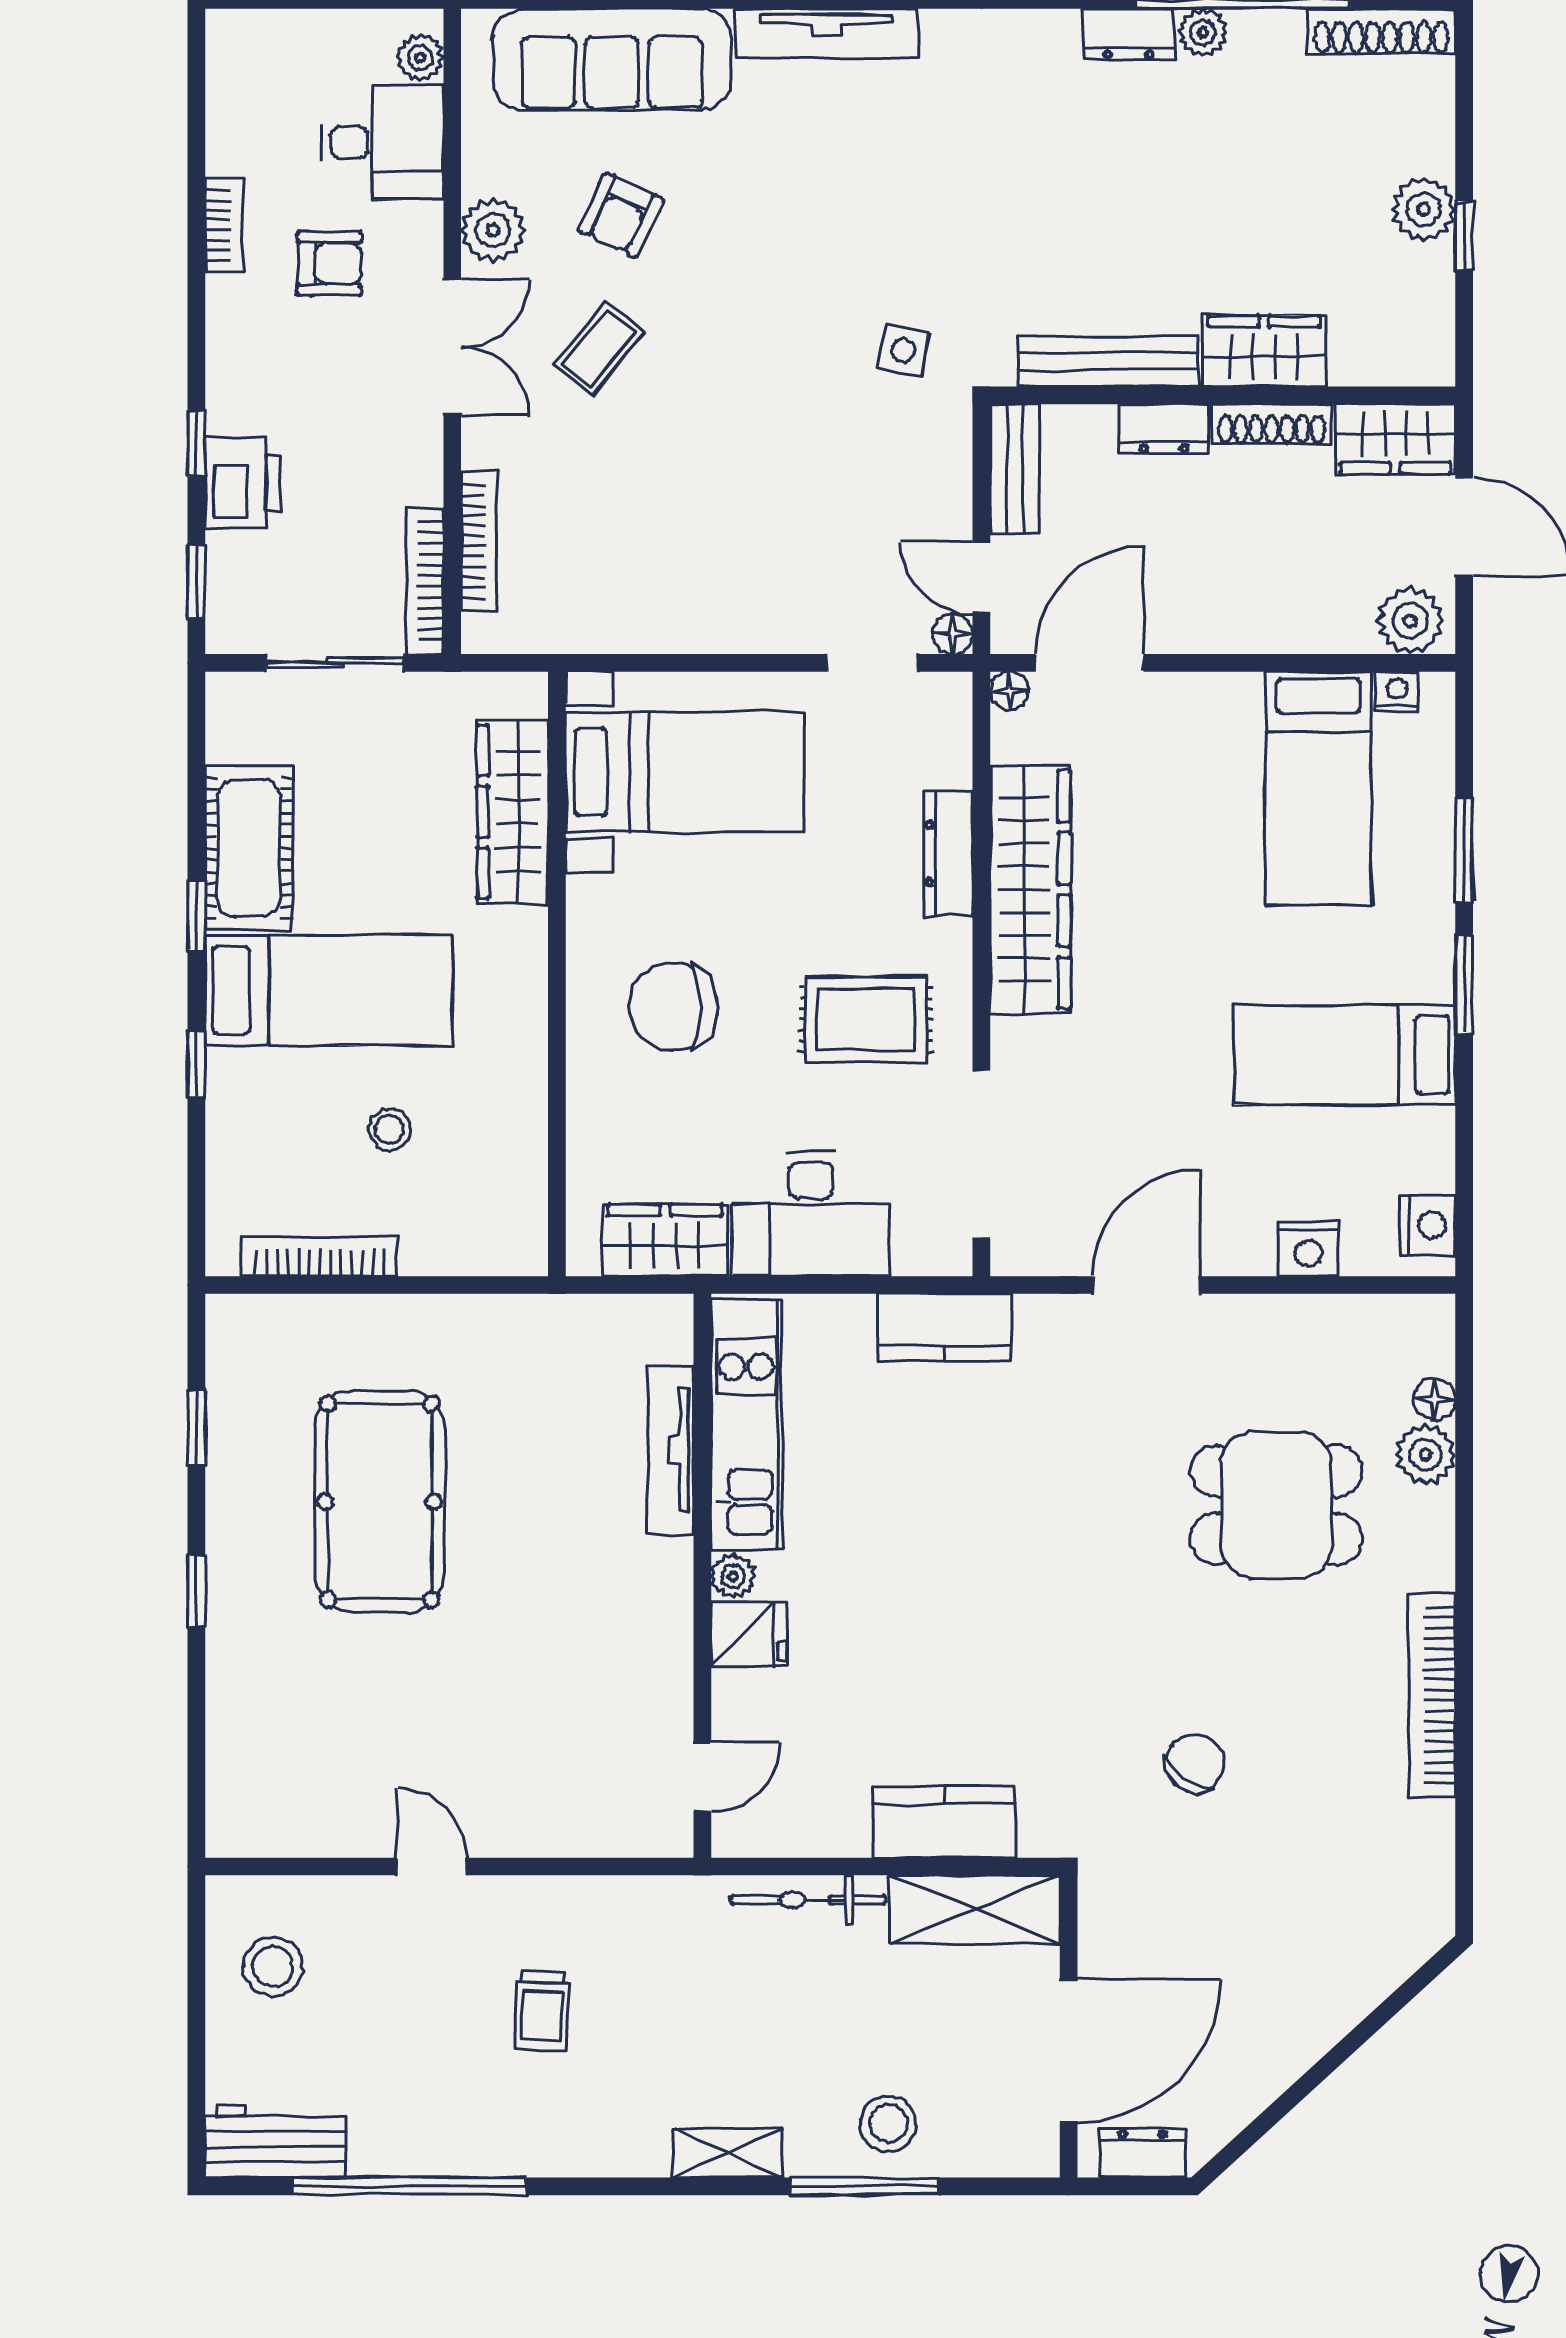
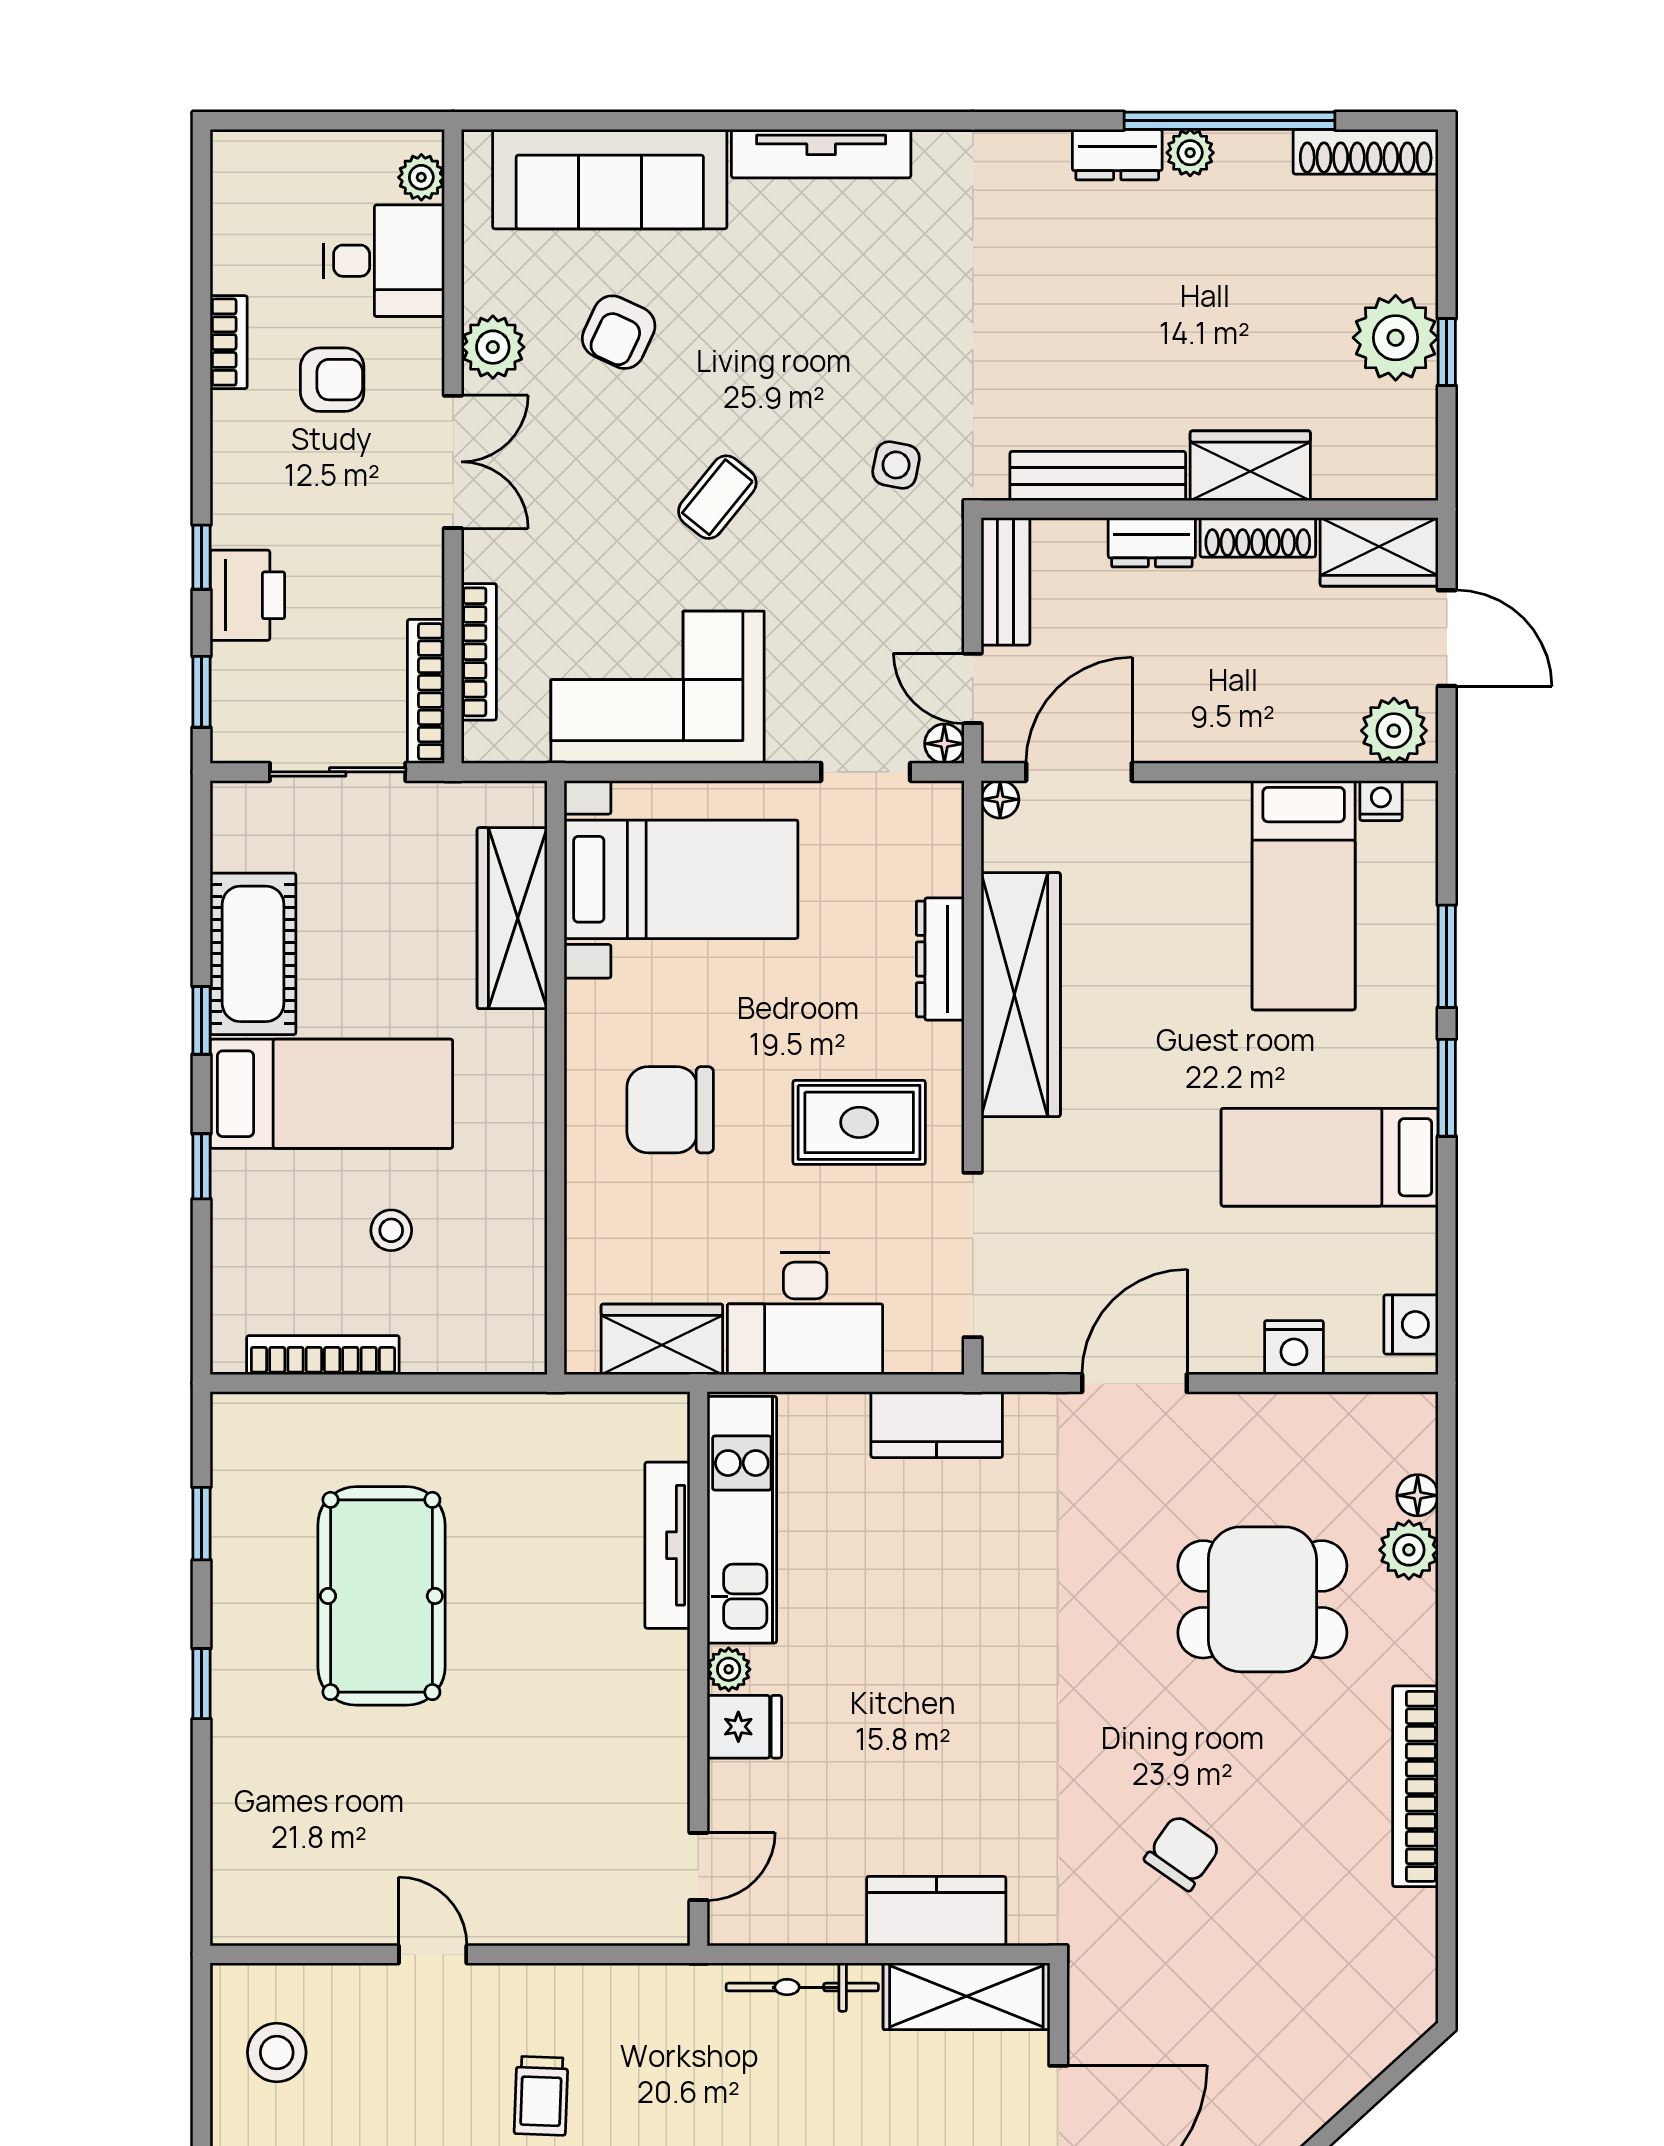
plant: (1424, 209) -> (1396, 338), width x1.36, depth x1.36
coffee table: (599, 348) -> (717, 497), moved
corner sofa: (661, 577) -> (658, 687), added

